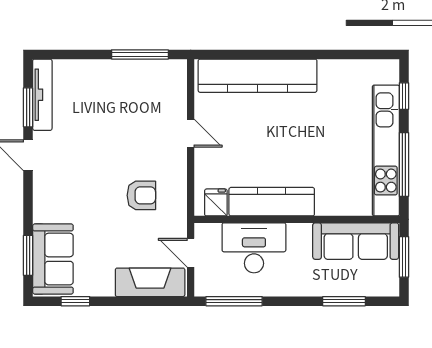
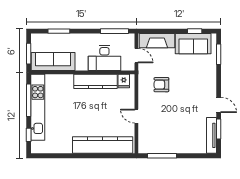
sofa: (53, 259) -> (193, 44), moved, turned -90

